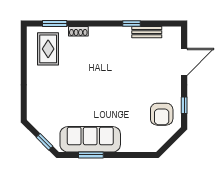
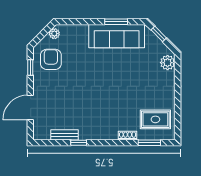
rug: (48, 49) -> (155, 119), turned 90
plant: (35, 111) -> (168, 63), added
plant: (158, 142) -> (54, 34), added

